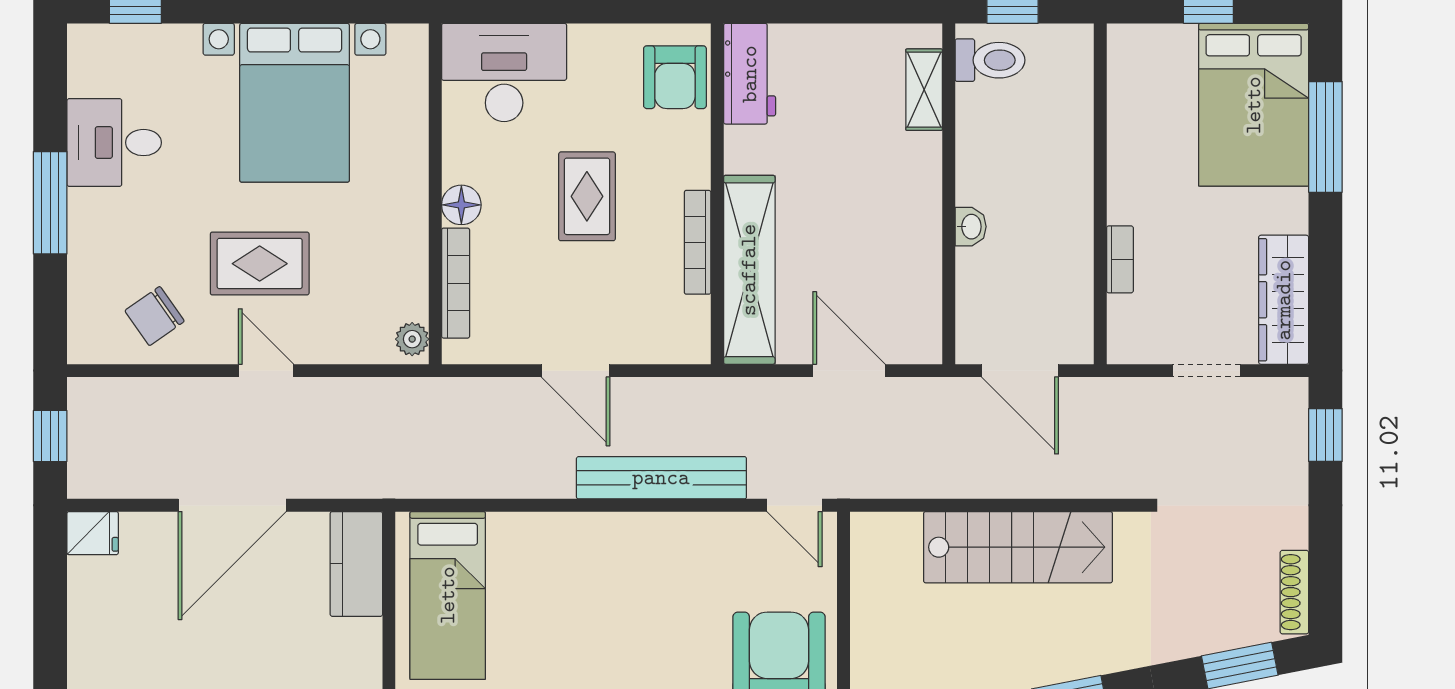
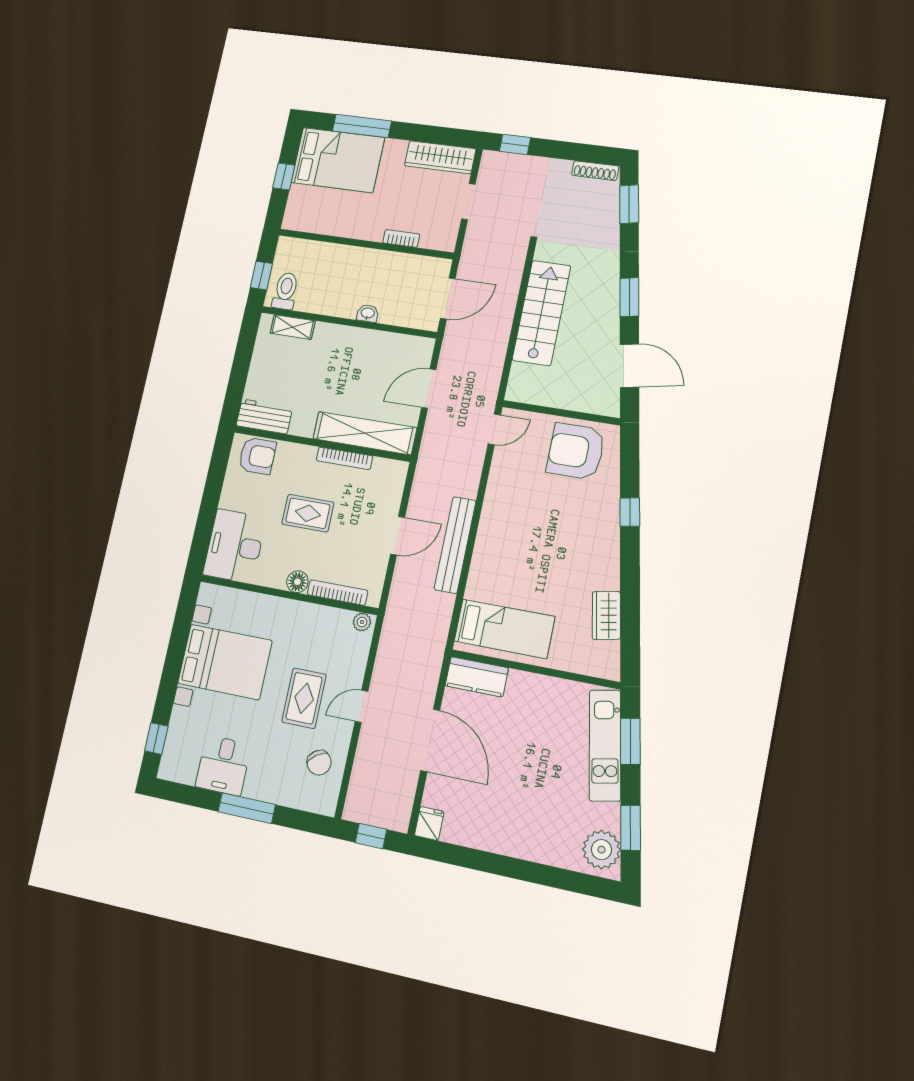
bench: (661, 478) -> (455, 545), moved

